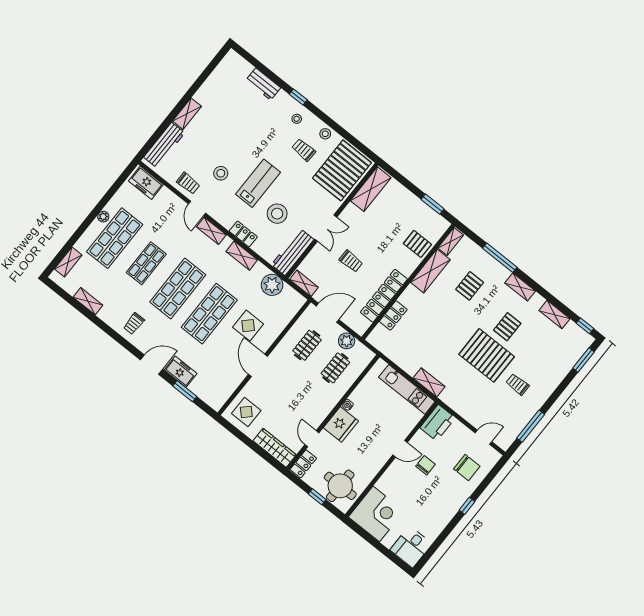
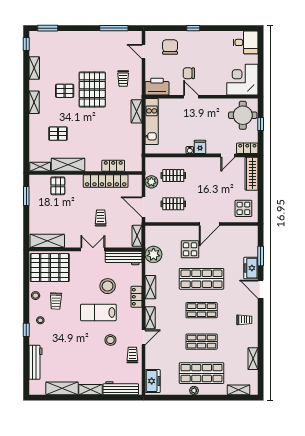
workbench: (263, 84) -> (35, 362), width x1.38
shelving: (211, 86) -> (62, 388), added
window: (500, 258) -> (26, 129), removed
shop shelf: (178, 288) -> (202, 310), width x0.70, depth x0.74
trolley: (518, 384) -> (123, 78), moved
fridge: (341, 424) -> (200, 147), width x0.53, depth x0.75

